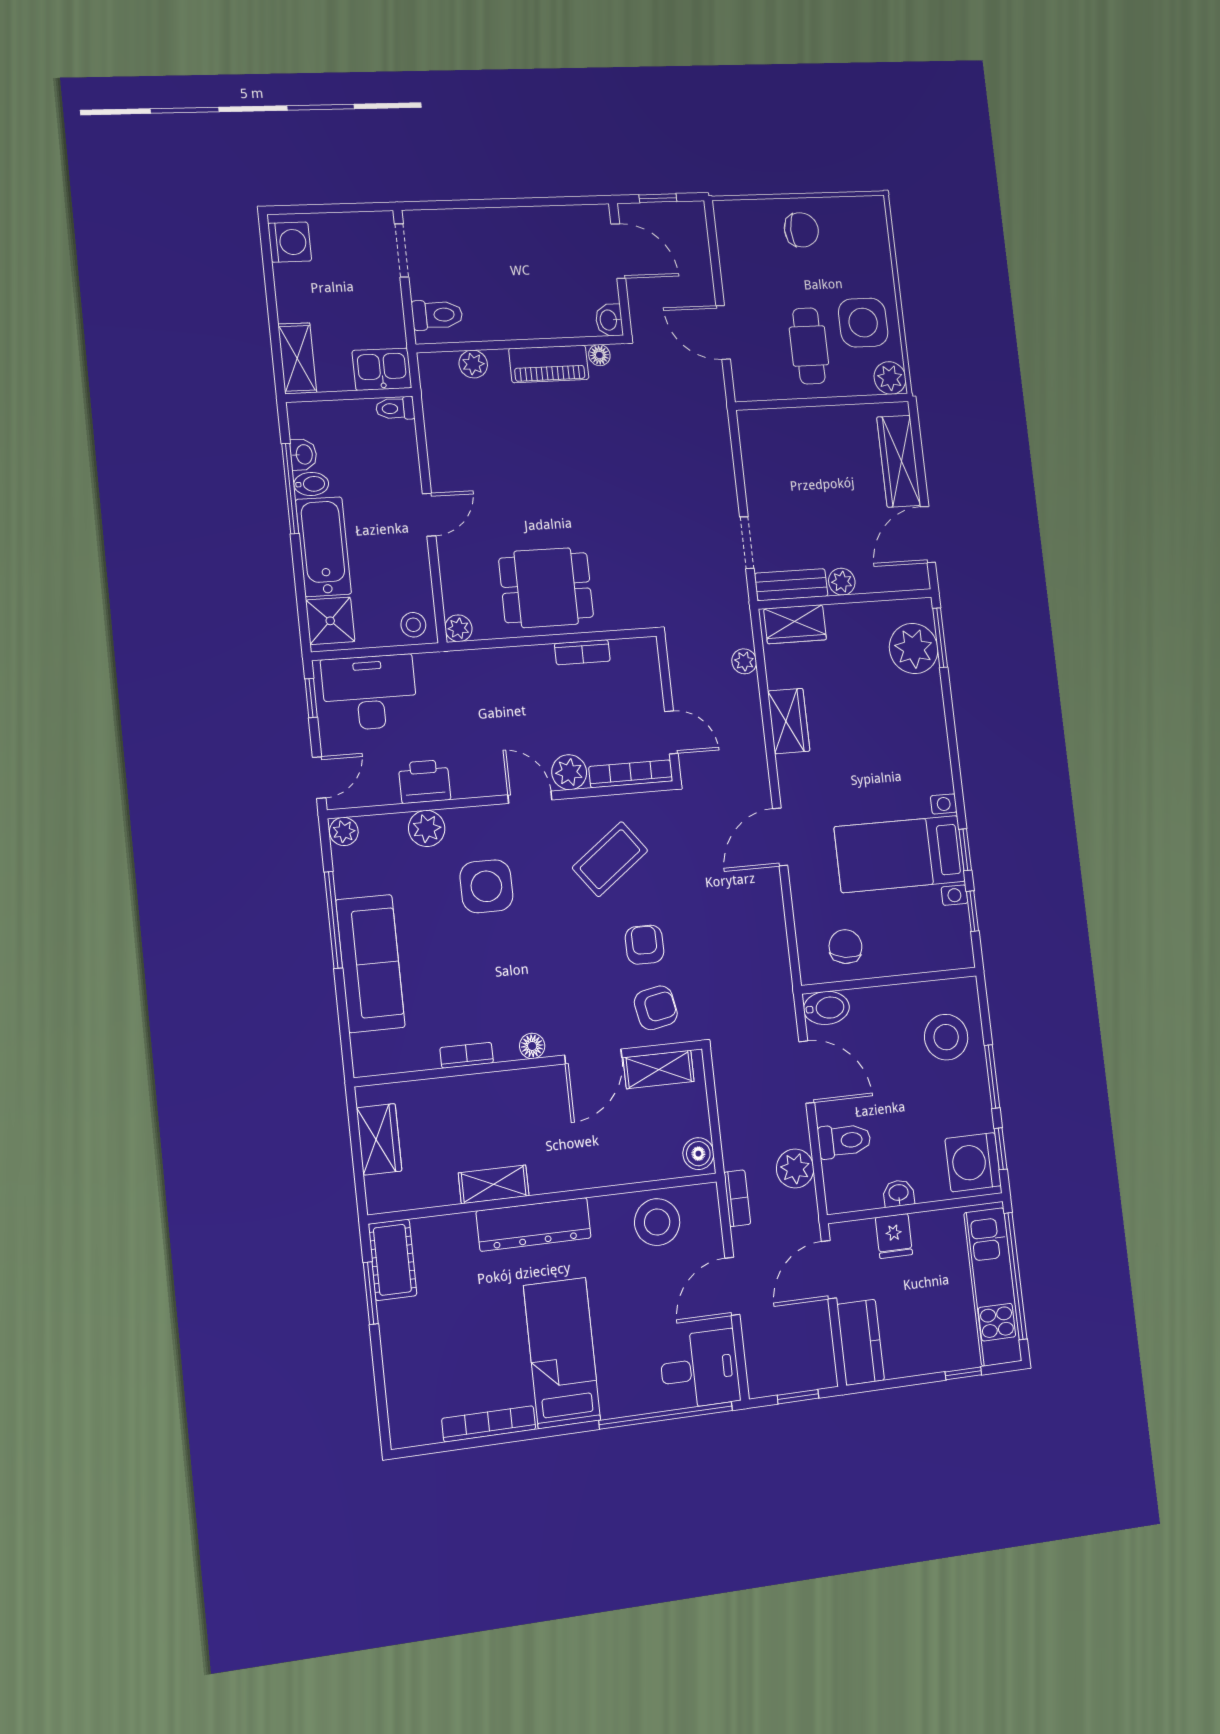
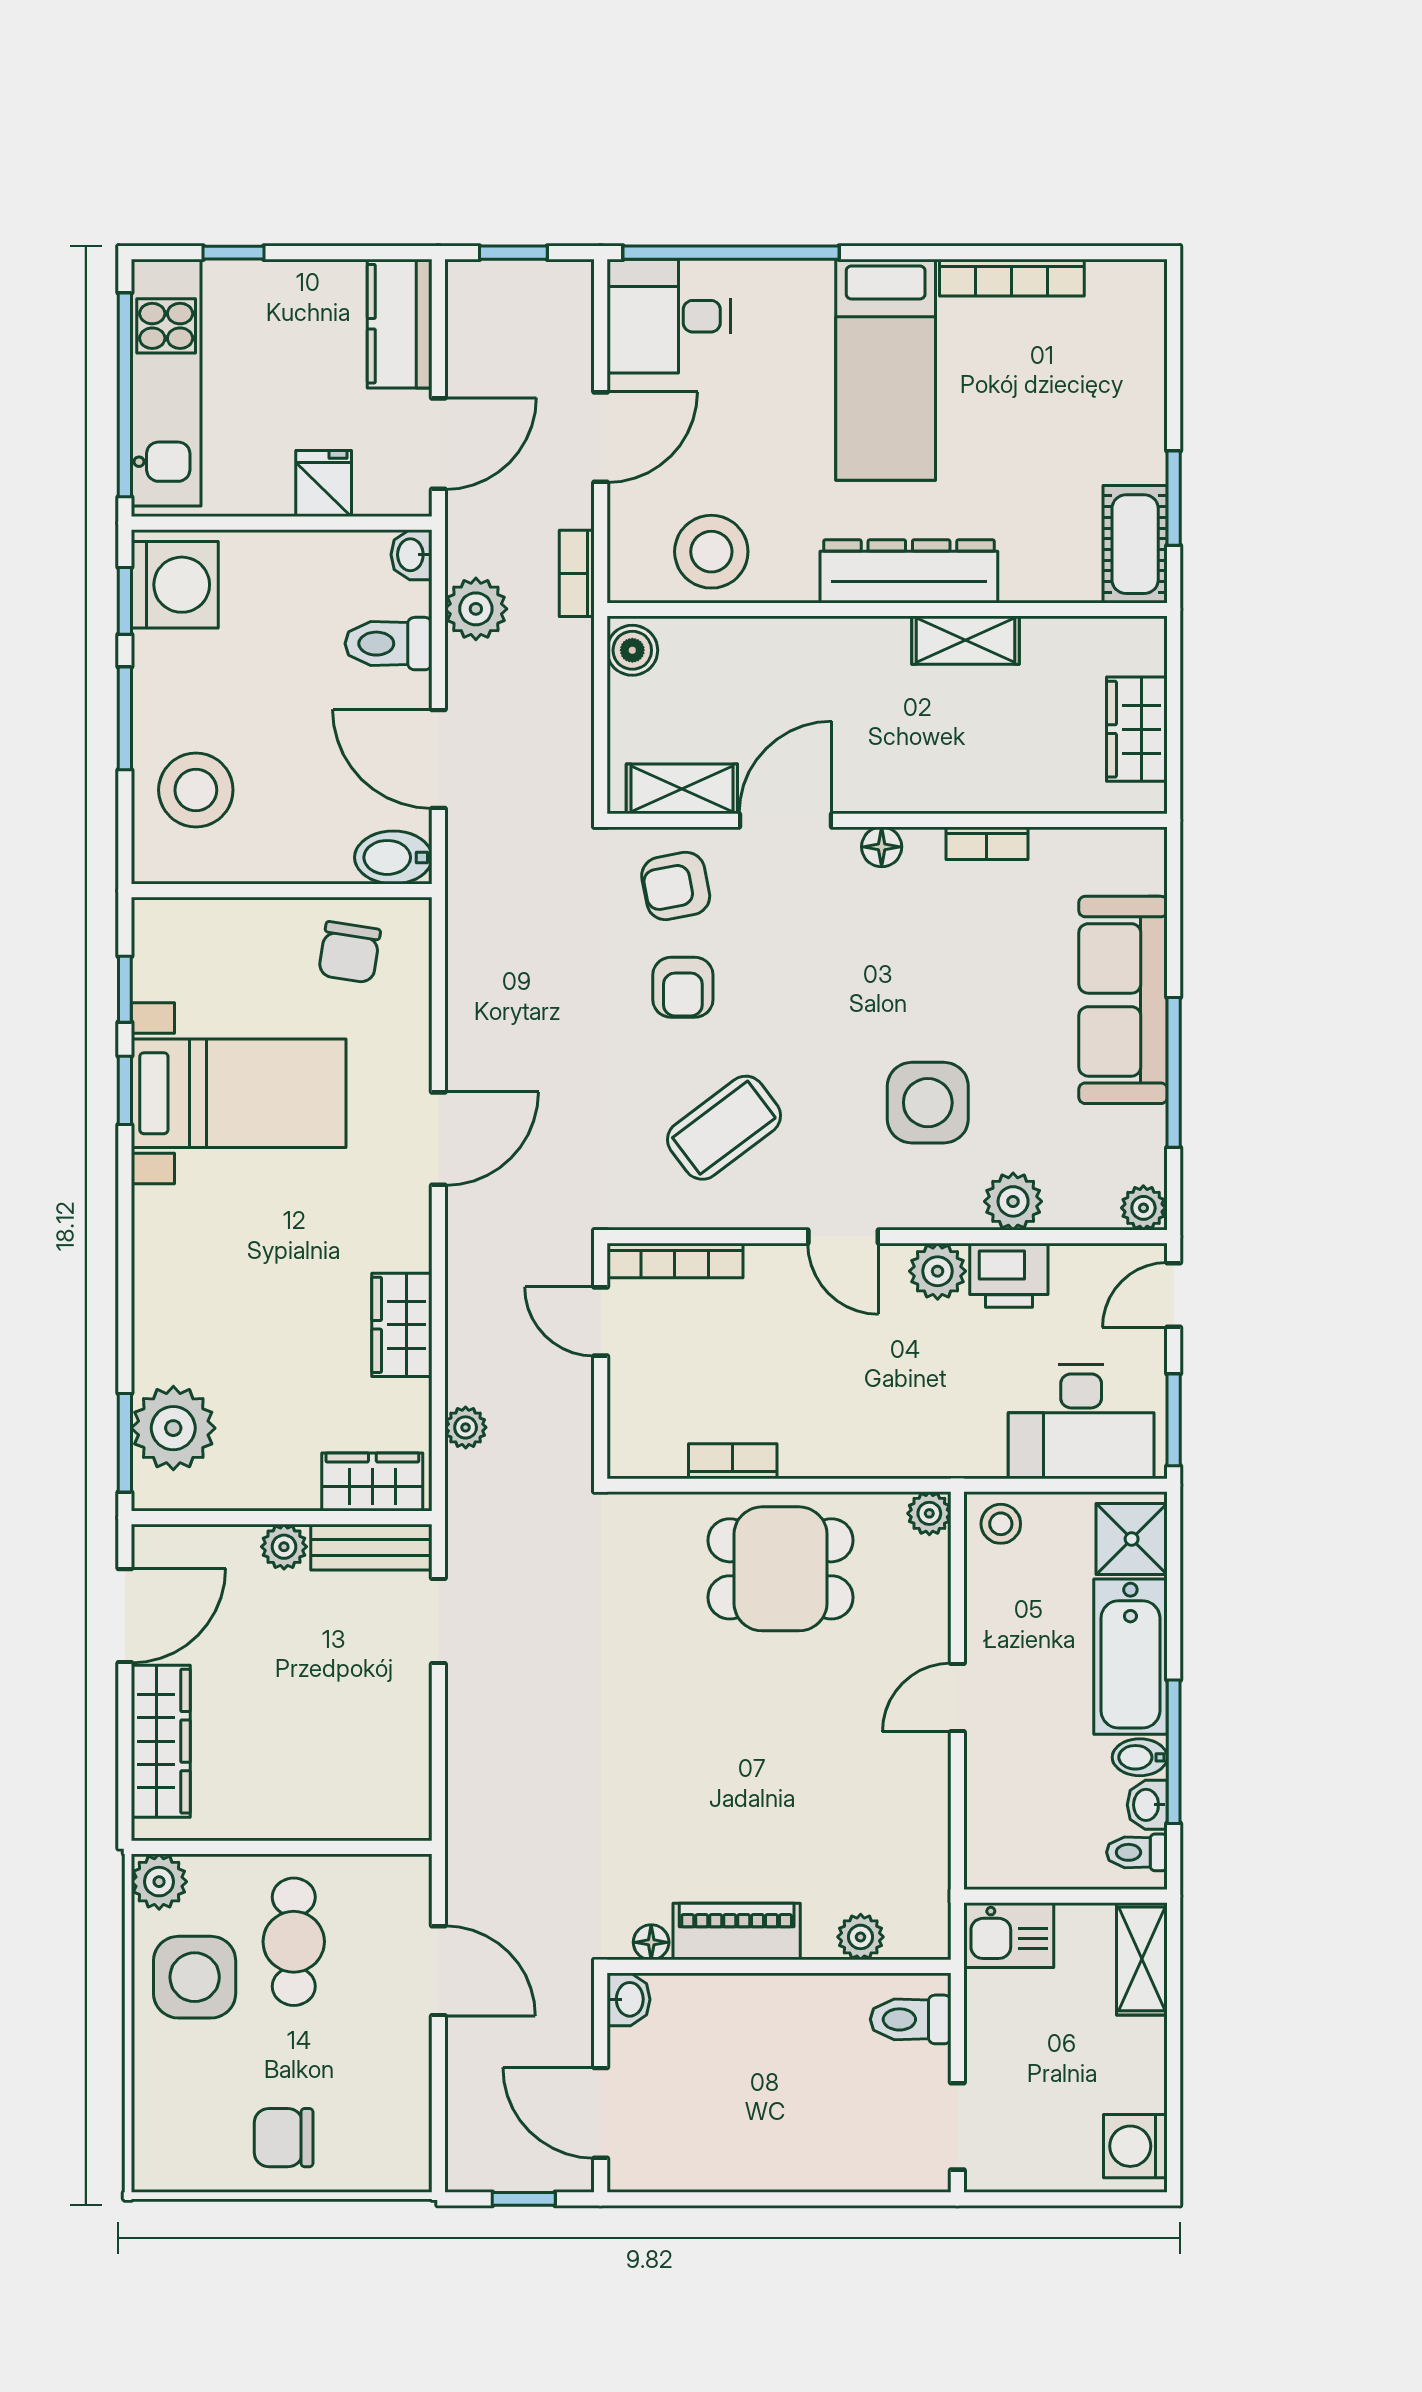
toilet: (395, 408) -> (1137, 1852), moved, turned 180
window: (311, 698) -> (1174, 1420), width x1.50
plant: (569, 772) -> (938, 1271), moved
washbasin: (899, 1193) -> (412, 555), moved, turned 90

